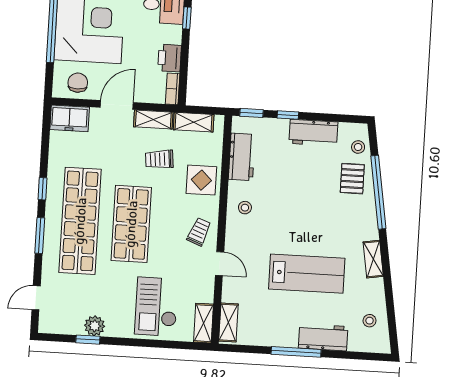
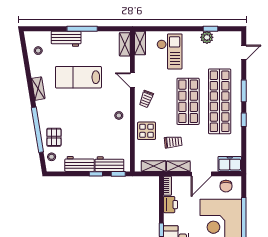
workbench: (242, 157) -> (109, 164), moved, turned 90

